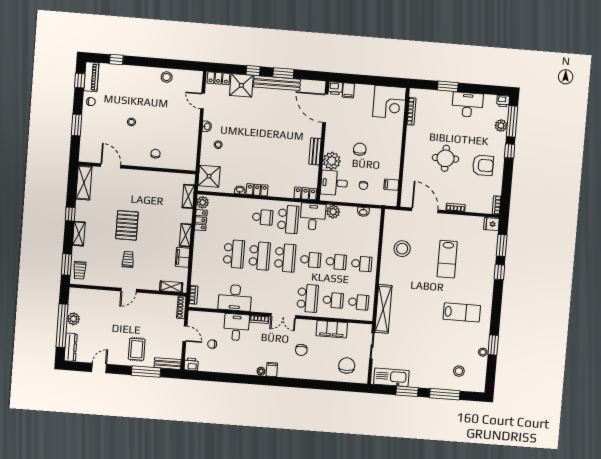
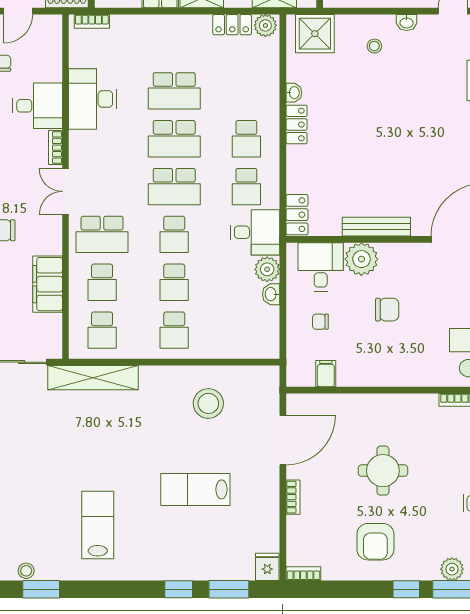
bench: (315, 151) -> (376, 227), width x1.36
washbasin: (363, 212) -> (271, 294), moved
school desk: (288, 219) -> (246, 187), width x0.54
lab bench: (462, 312) -> (98, 525), turned 180

